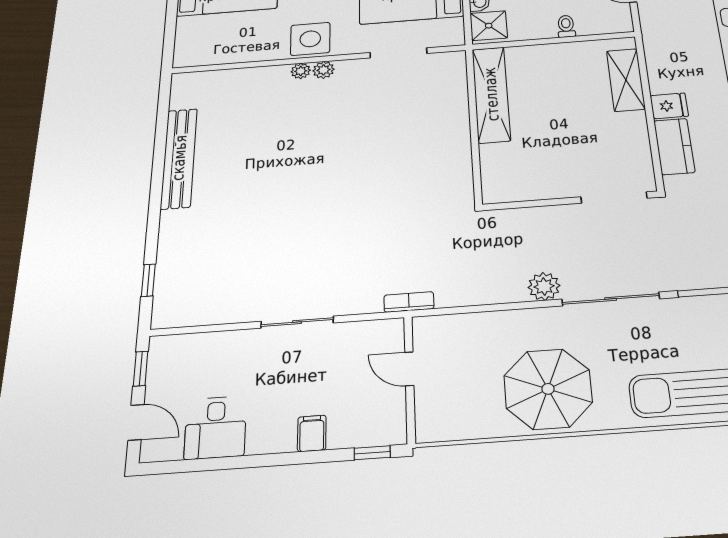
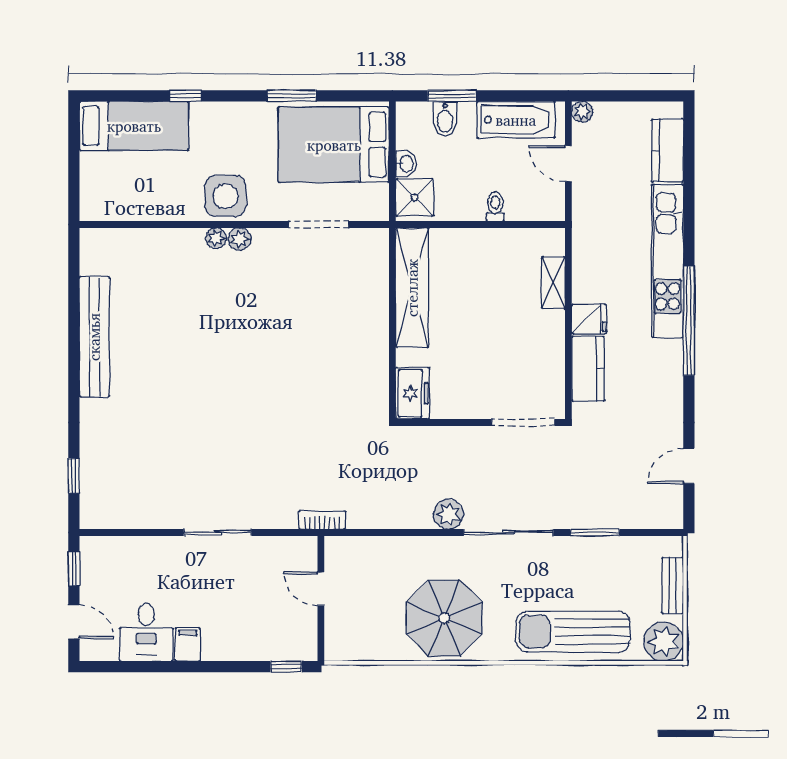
shelving: (626, 80) -> (553, 283), width x0.67, depth x0.75
freezer: (498, 181) -> (413, 393), added
filing cabinet: (312, 433) -> (188, 645), moved

